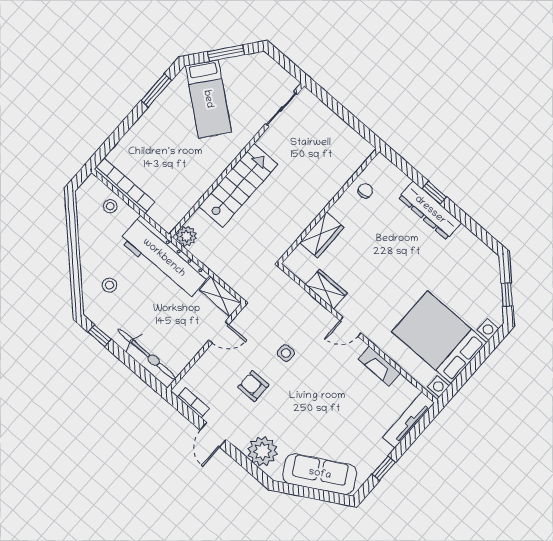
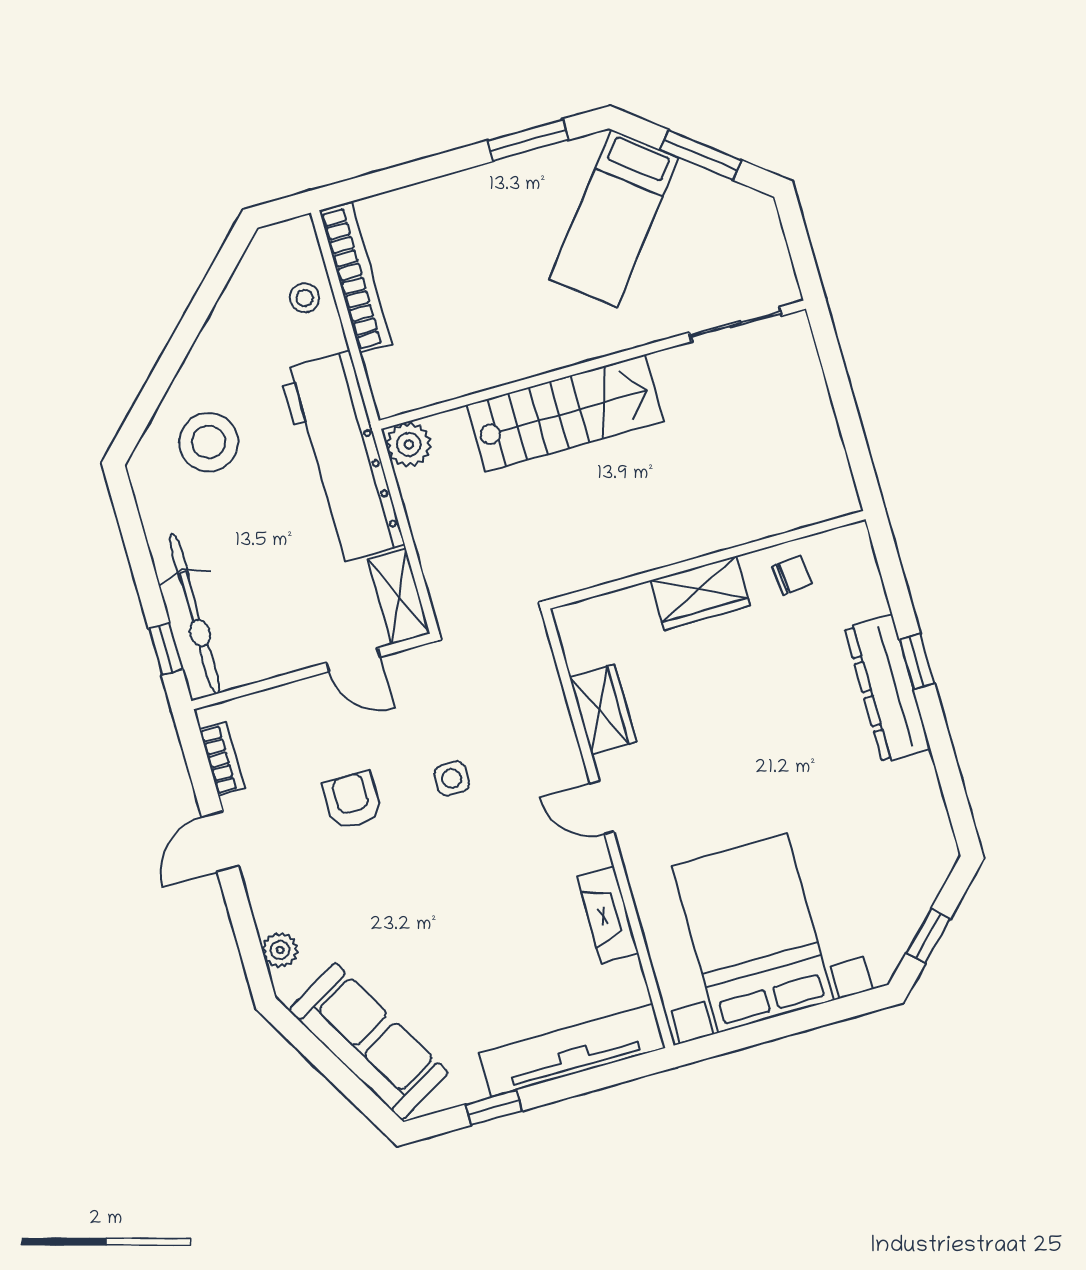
wardrobe: (322, 235) -> (700, 593), moved
stool: (109, 285) -> (209, 442), width x1.89, depth x1.89
window: (100, 336) -> (166, 649), moved
tv unit: (408, 420) -> (572, 1050), width x1.36, depth x1.29
plant: (262, 451) -> (280, 950), width x0.53, depth x0.53

